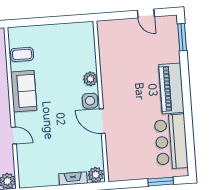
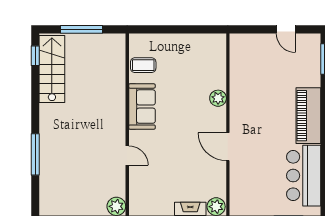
side table: (90, 101) -> (216, 123), removed

